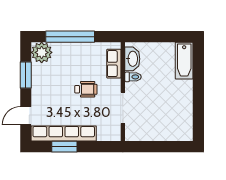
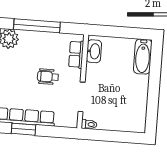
toilet: (133, 77) -> (89, 124), moved
wheelchair: (86, 89) -> (48, 77), turned 180

